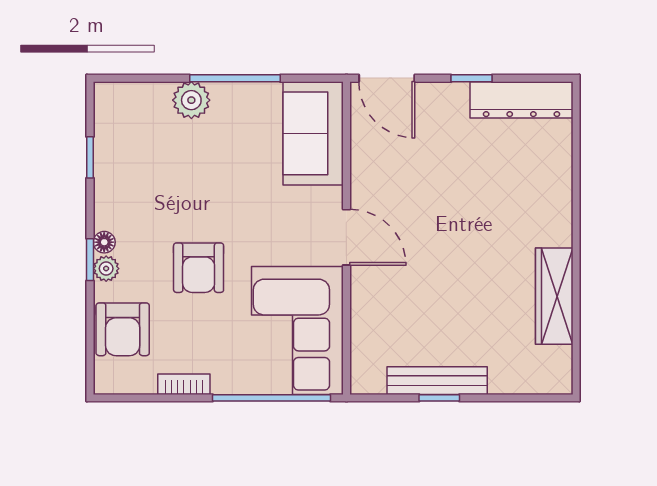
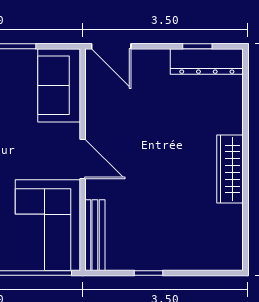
window: (471, 78) -> (197, 46), moved
wardrobe: (554, 296) -> (230, 169), moved
bench: (437, 381) -> (95, 235), moved, turned 90

